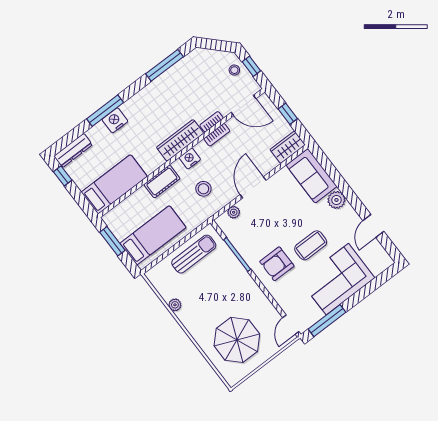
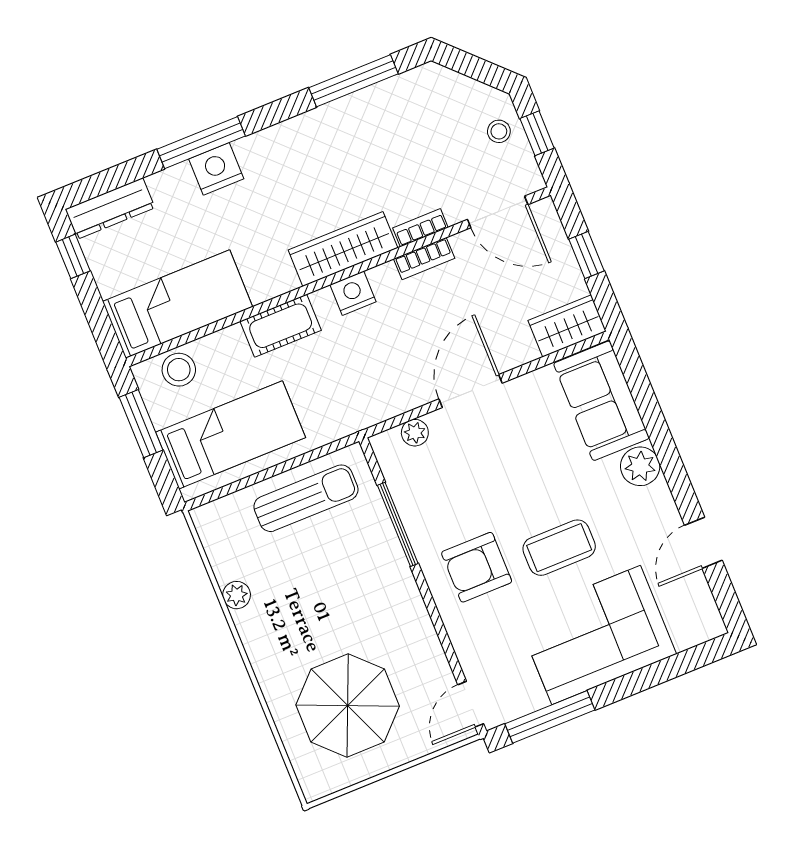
stool: (203, 189) -> (179, 370), moved

